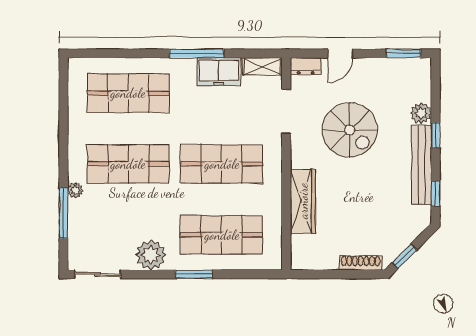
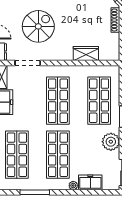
wardrobe: (303, 201) -> (86, 53), width x0.67
window: (63, 213) -> (35, 192), moved
freezer: (81, 220) -> (90, 182), added

